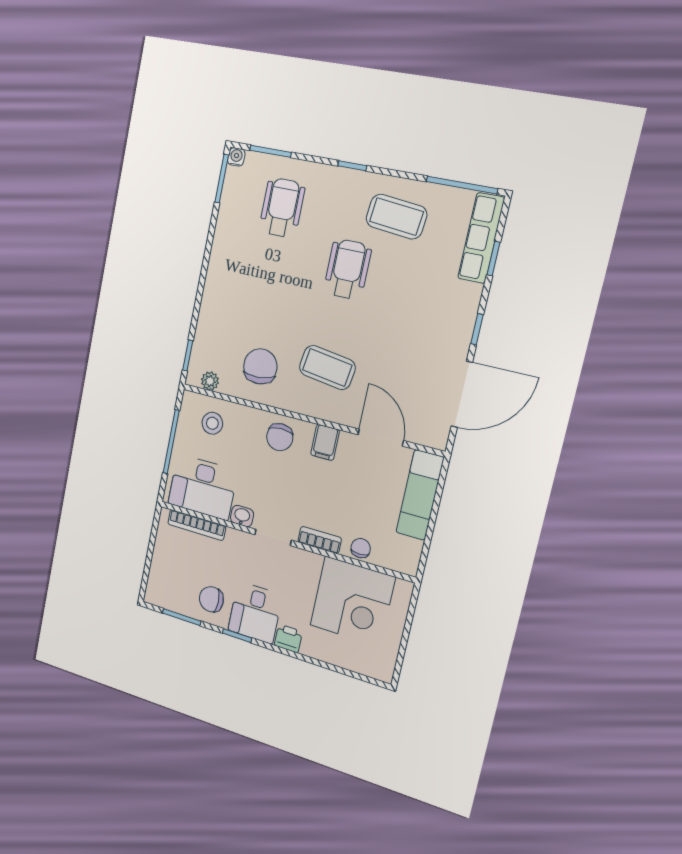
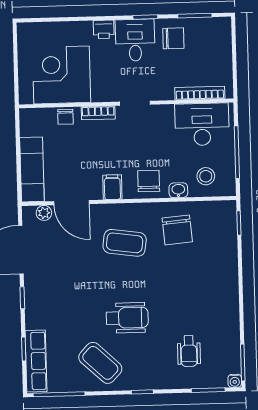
wheelchair: (282, 208) -> (189, 351), width x0.73, depth x0.73
coffee table: (396, 217) -> (100, 363), turned 37
wheelchair: (348, 269) -> (127, 318), turned -90
plant: (210, 381) -> (44, 213), moved
washbasin: (242, 516) -> (178, 190), moved, turned 180

